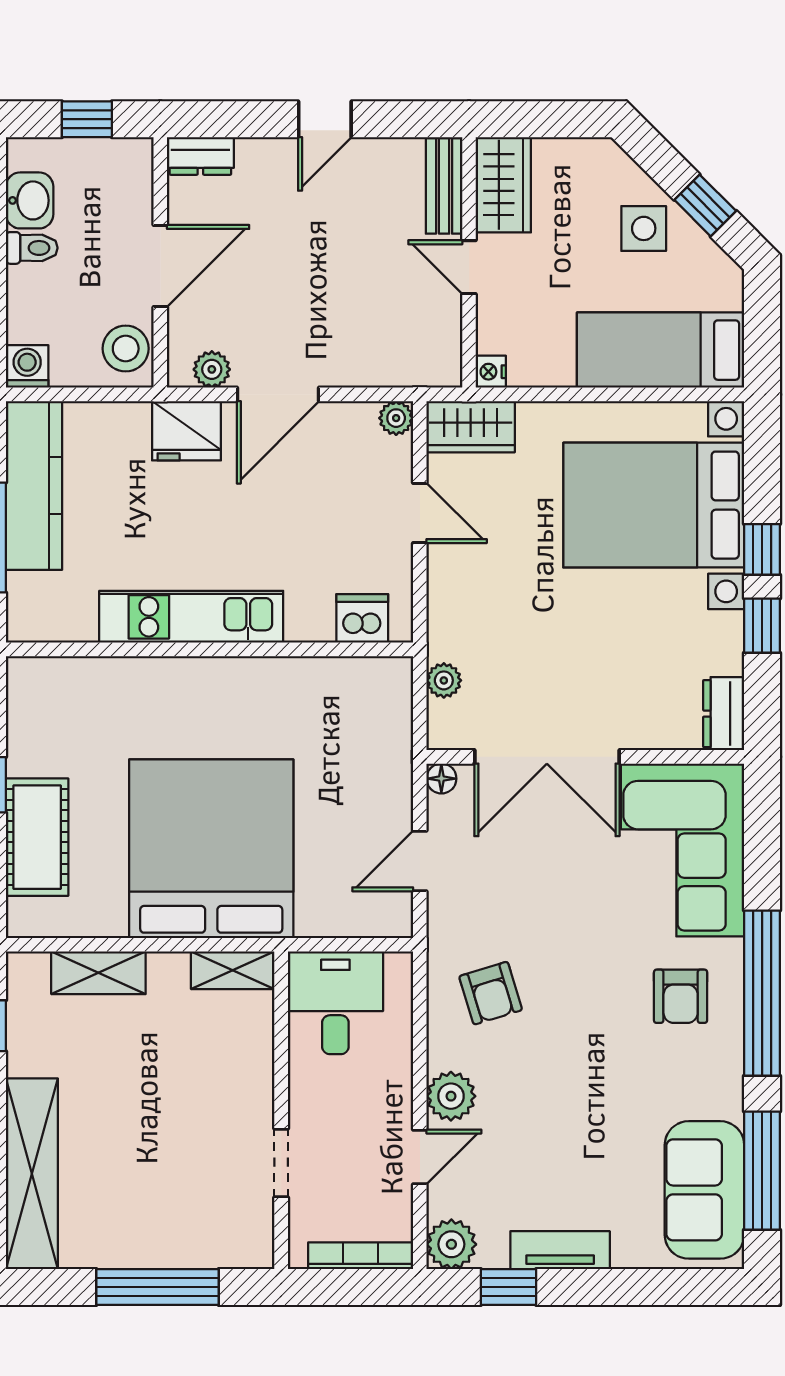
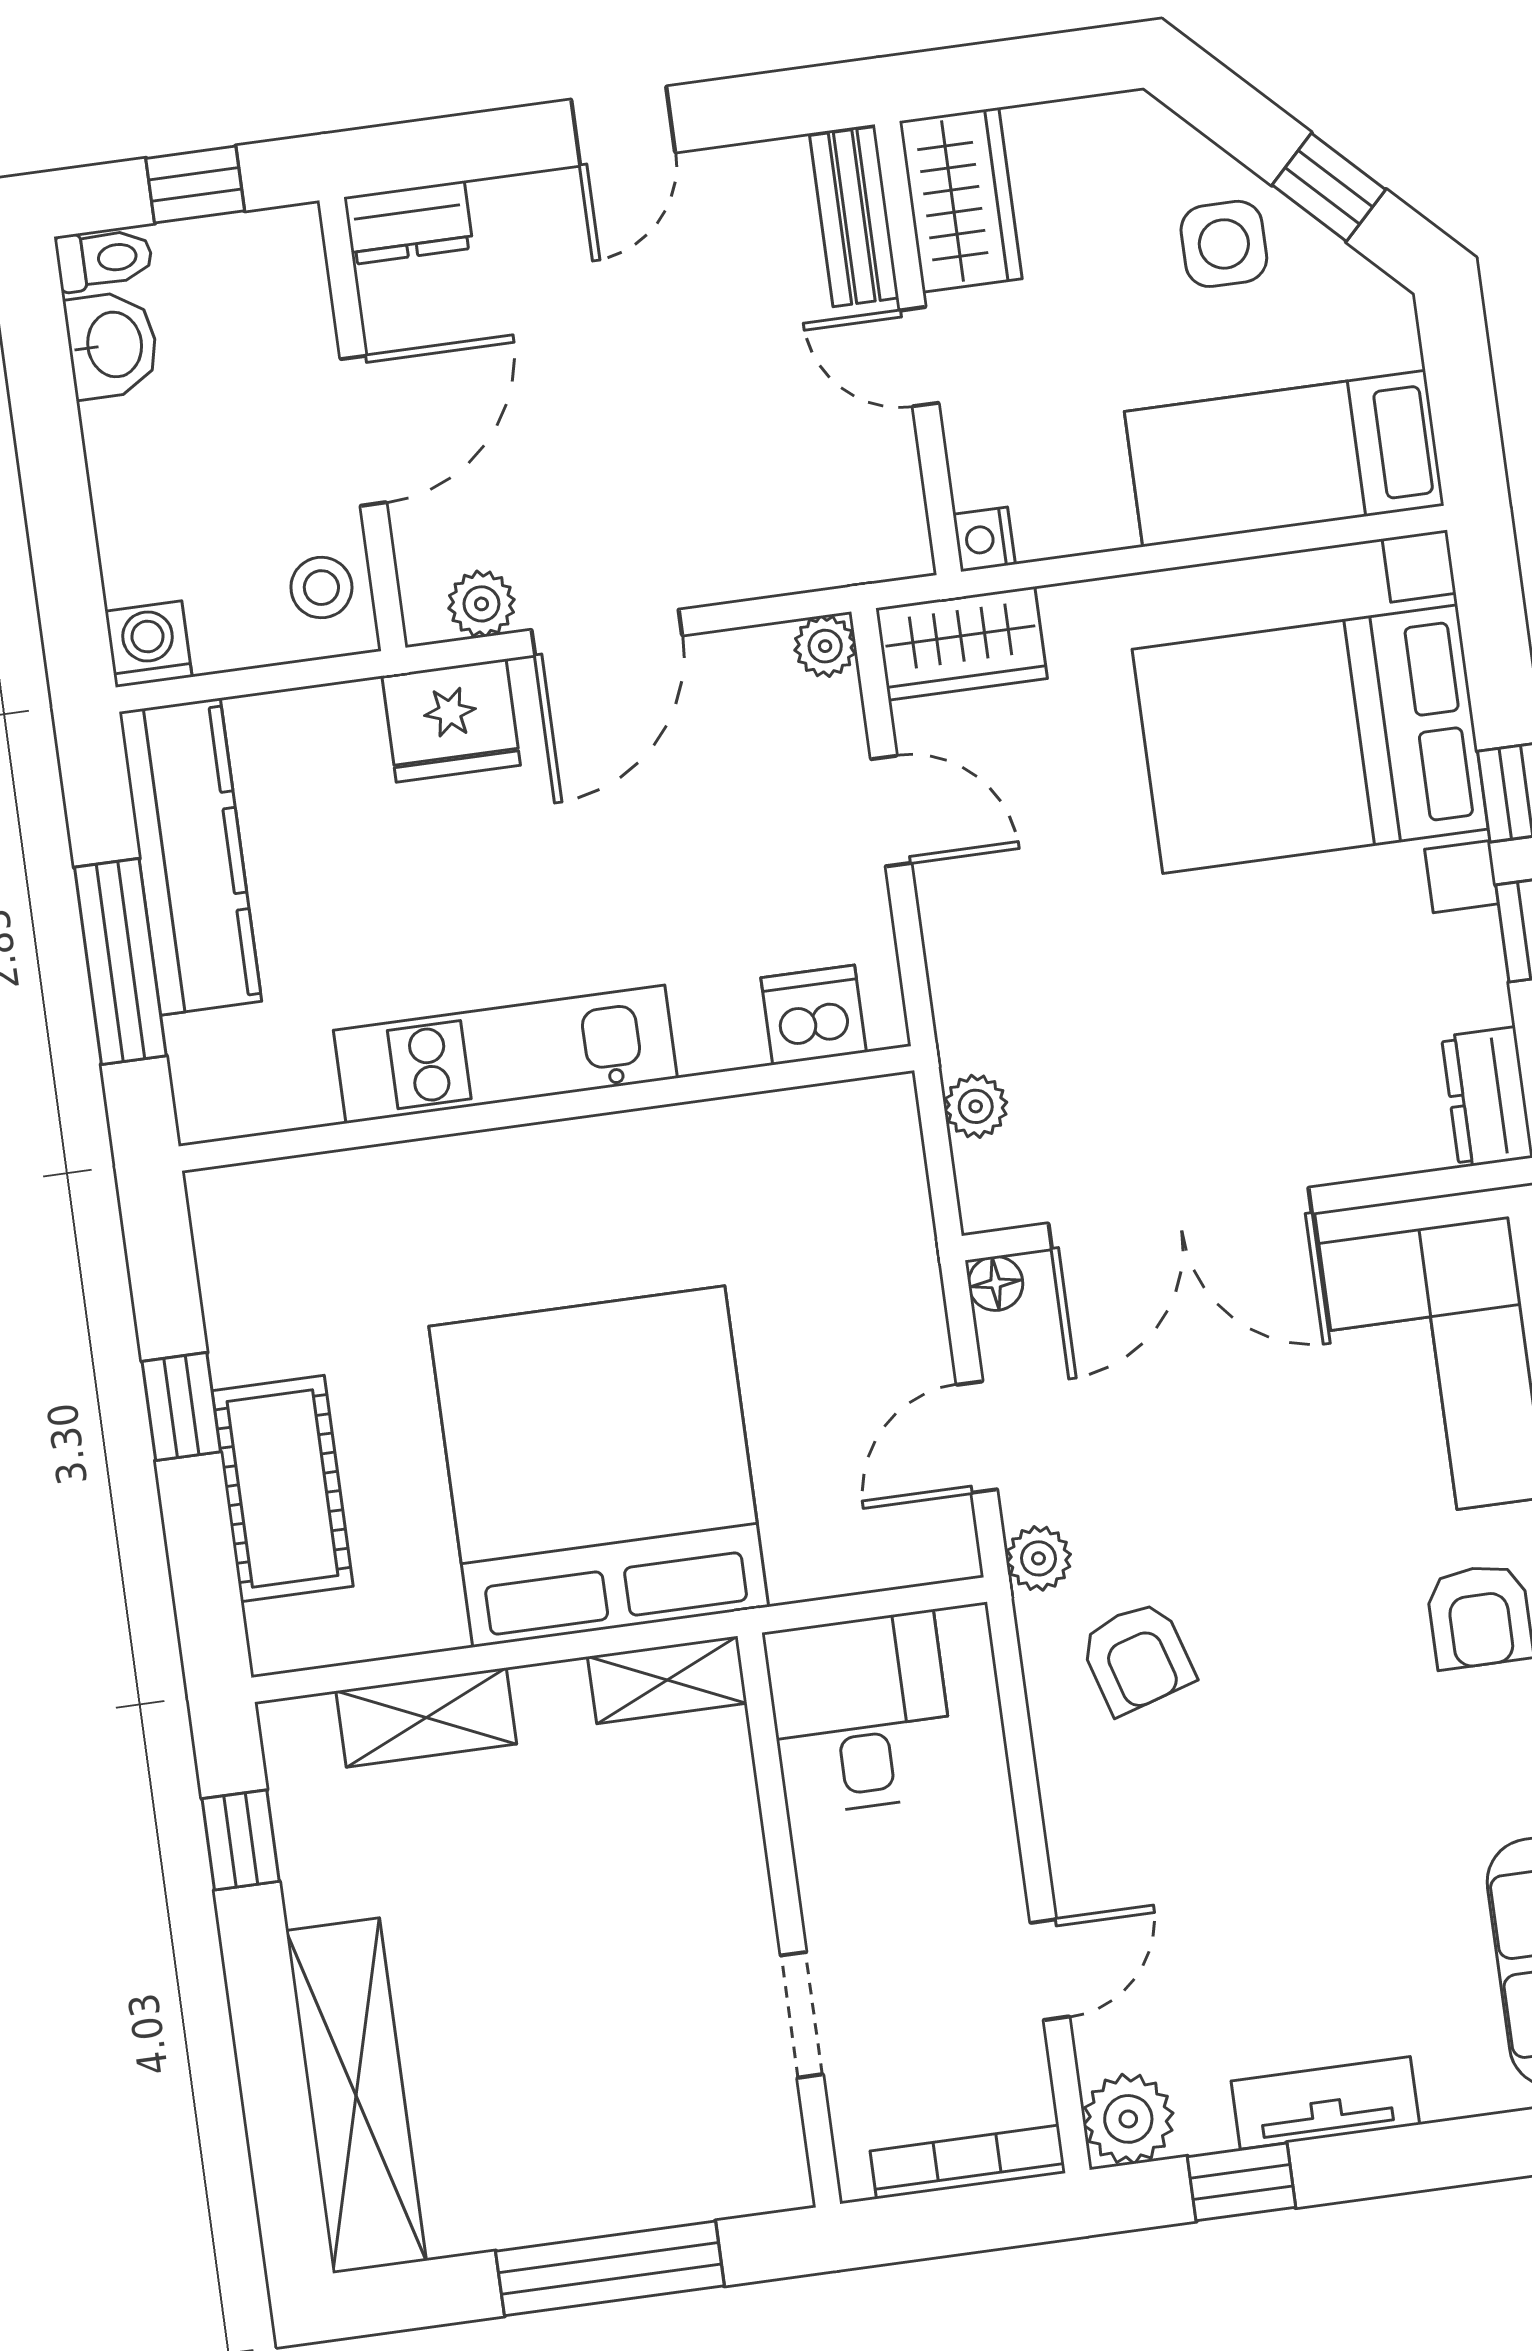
toilet: (32, 248) -> (104, 259), moved
stool: (126, 349) -> (321, 588), width x0.73, depth x0.73
plant: (451, 1096) -> (1038, 1558), moved, width x0.73, depth x0.73

